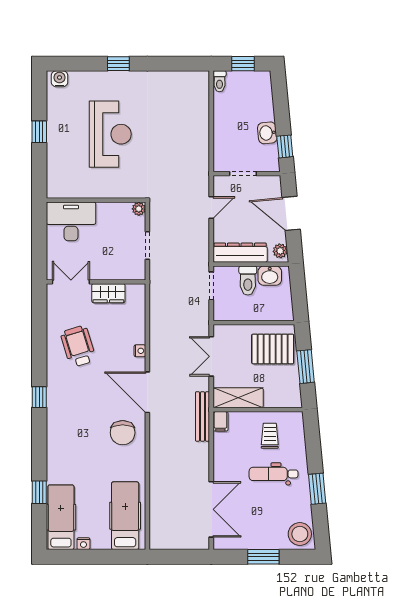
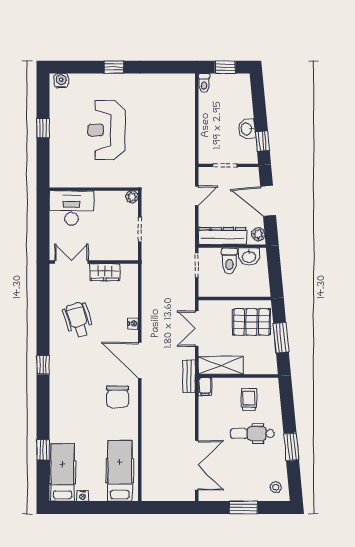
reception desk: (110, 134) -> (106, 130), turned 180
bench: (203, 416) -> (189, 376), width x0.73
stool: (300, 534) -> (276, 487), width x0.53, depth x0.53

